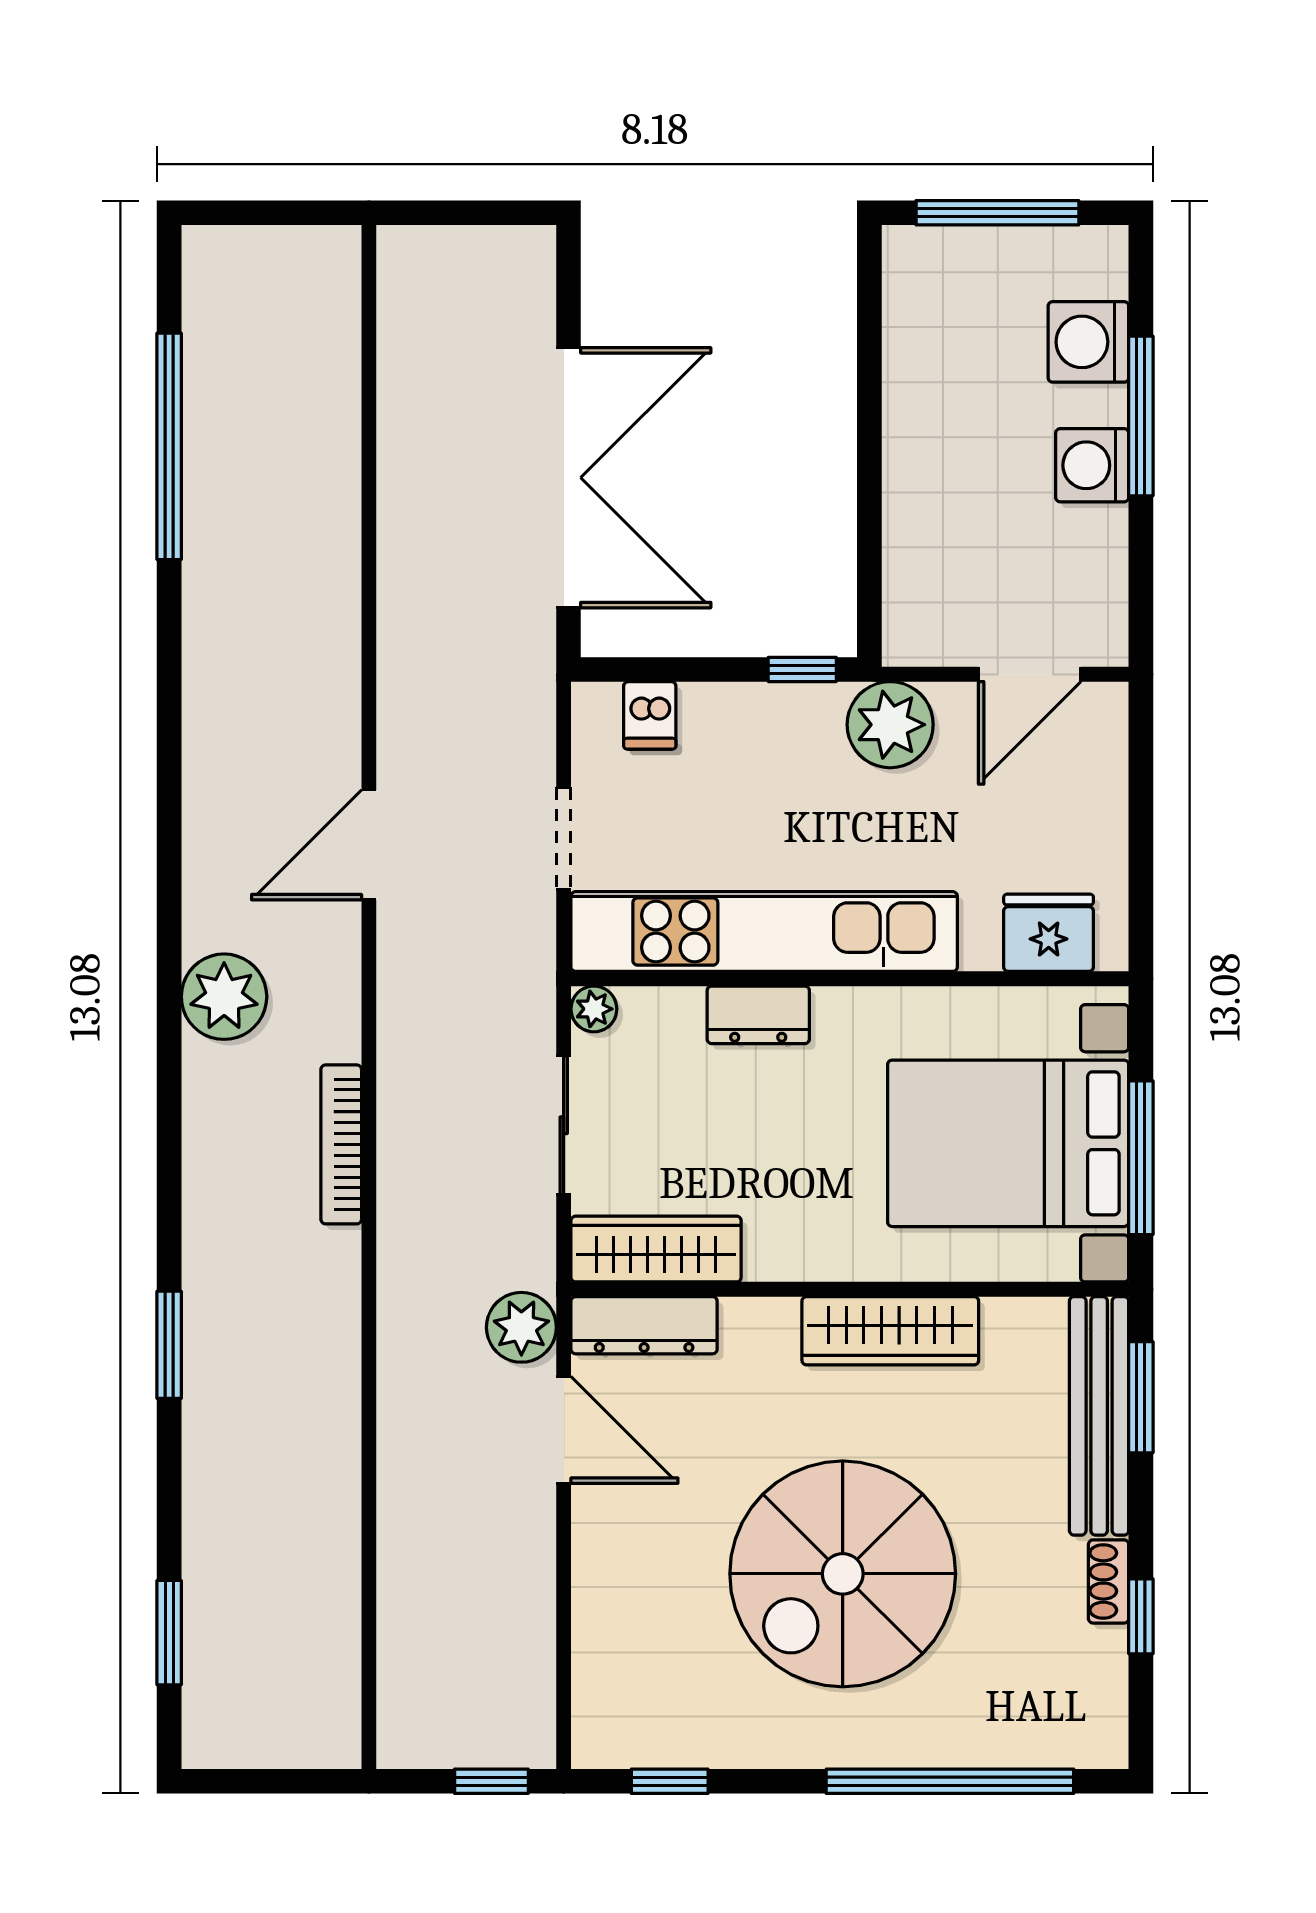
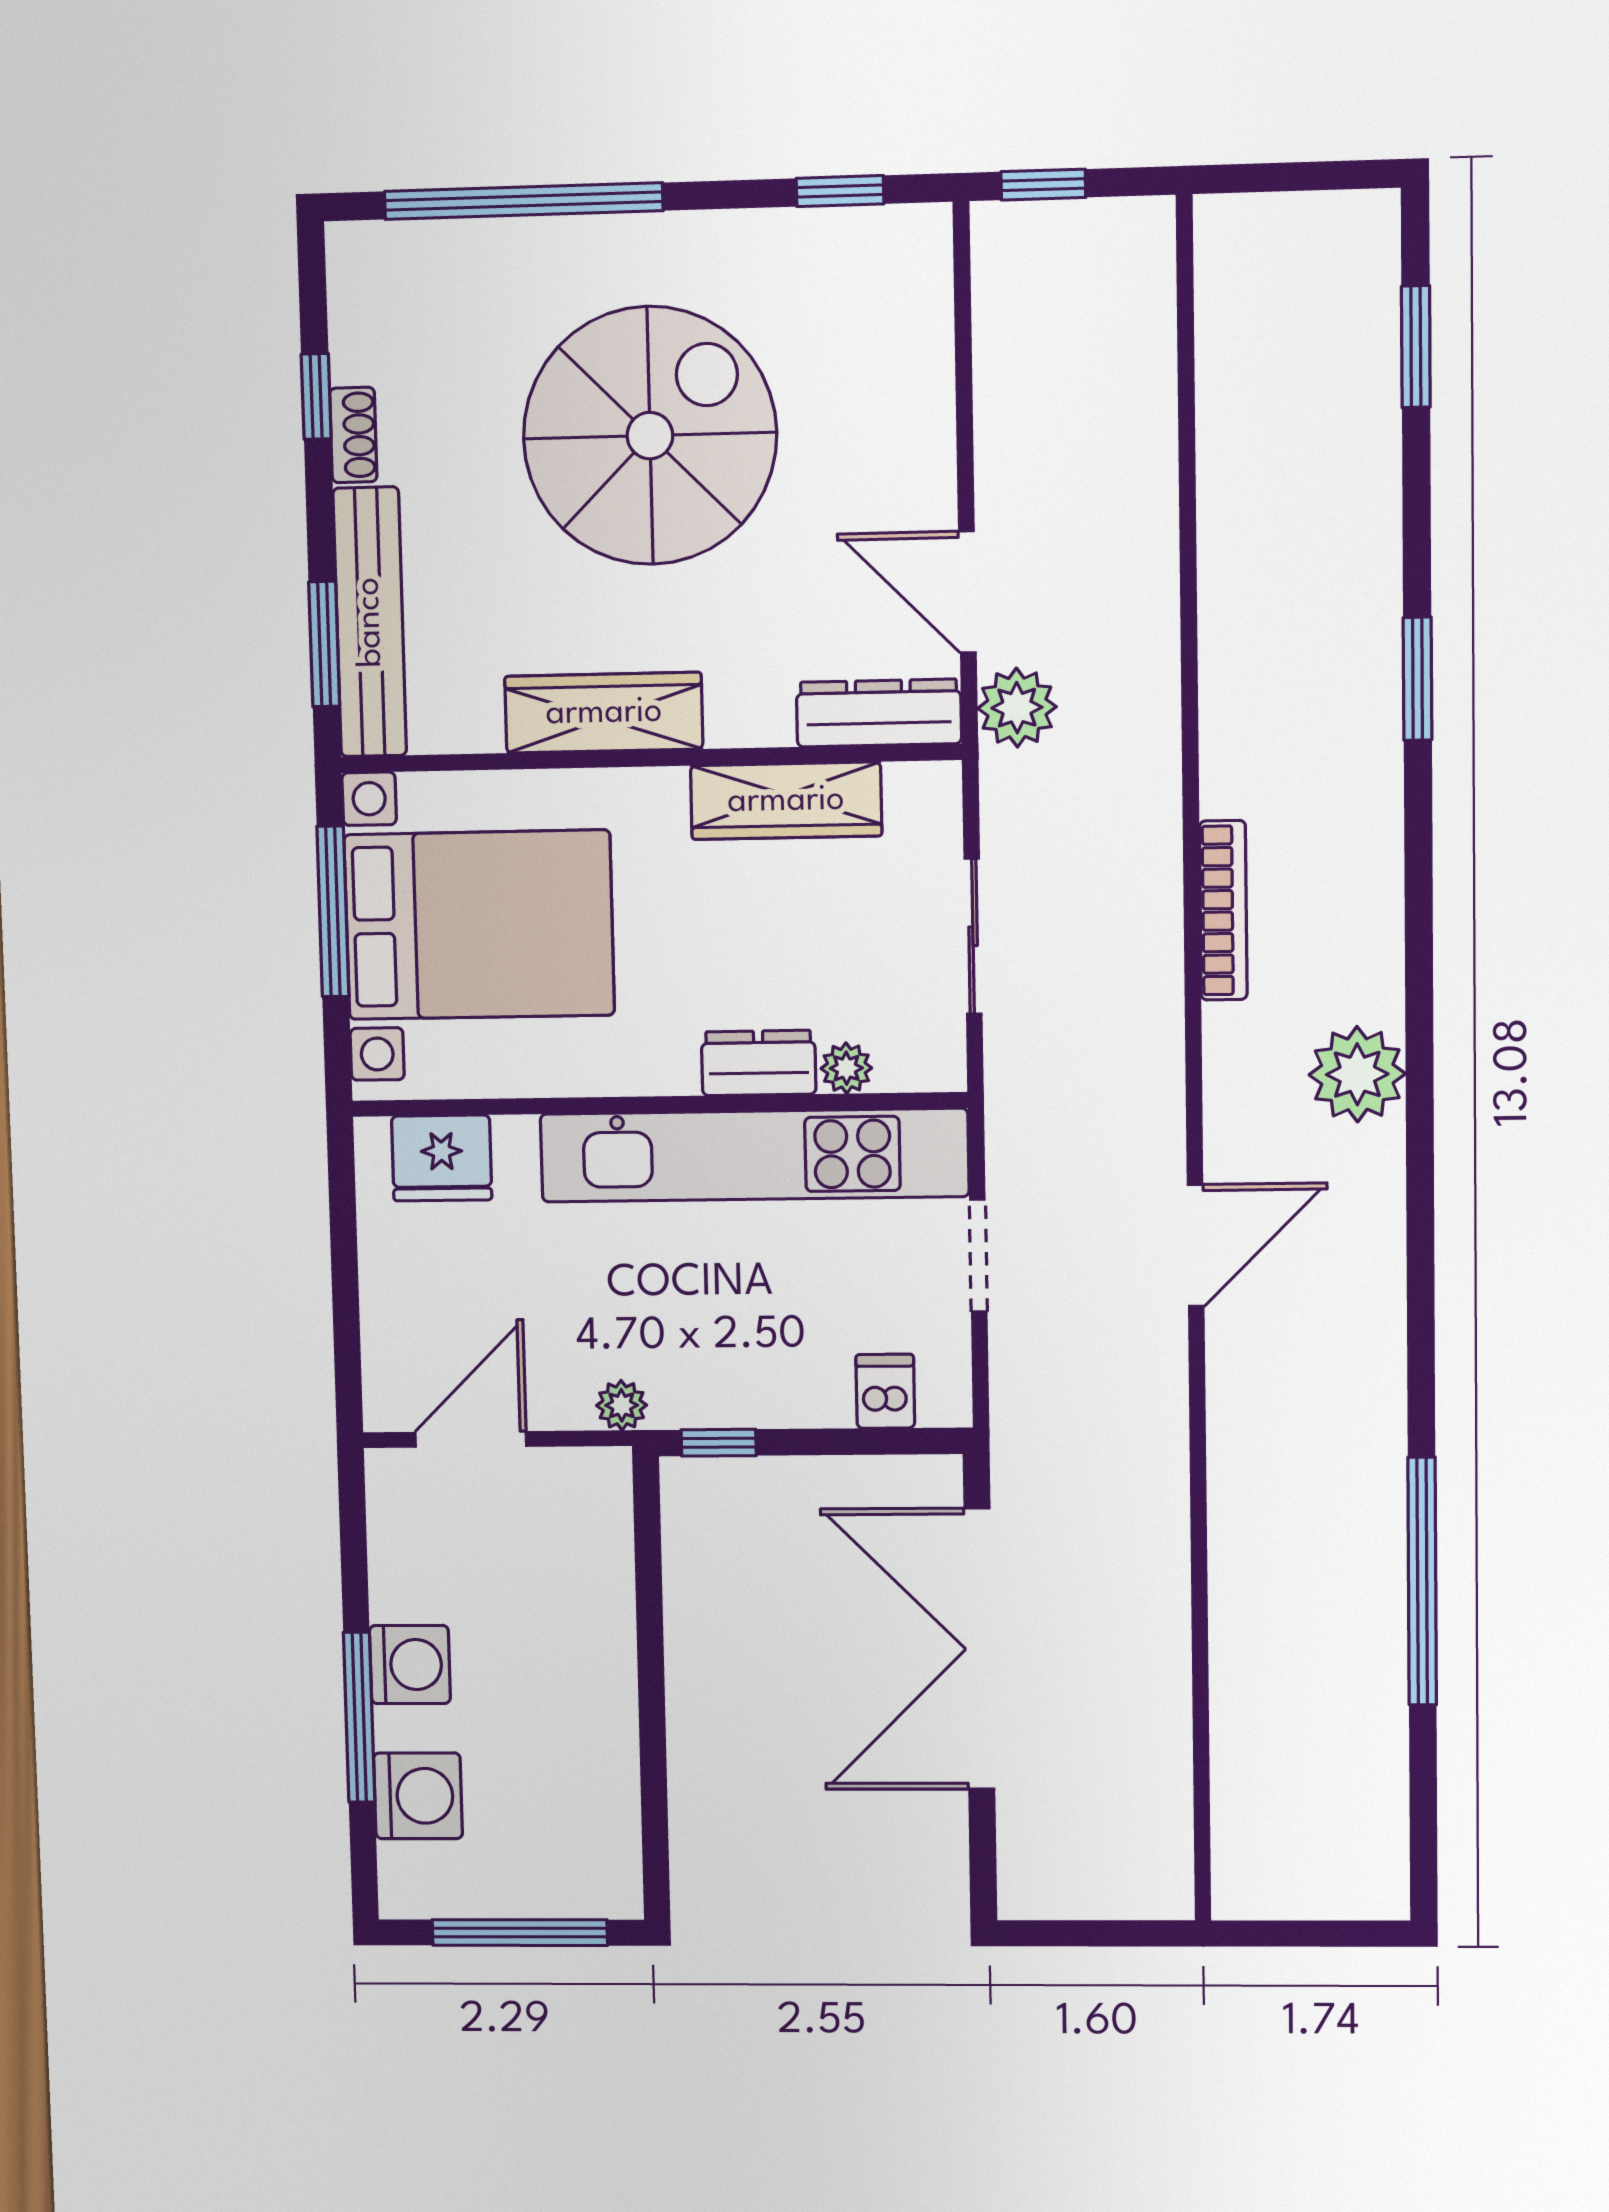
window: (169, 446) -> (1422, 1581), moved
plant: (890, 725) -> (622, 1405), width x0.53, depth x0.53
plant: (594, 1009) -> (846, 1068), moved
wardrobe: (656, 1249) -> (786, 801), moved

